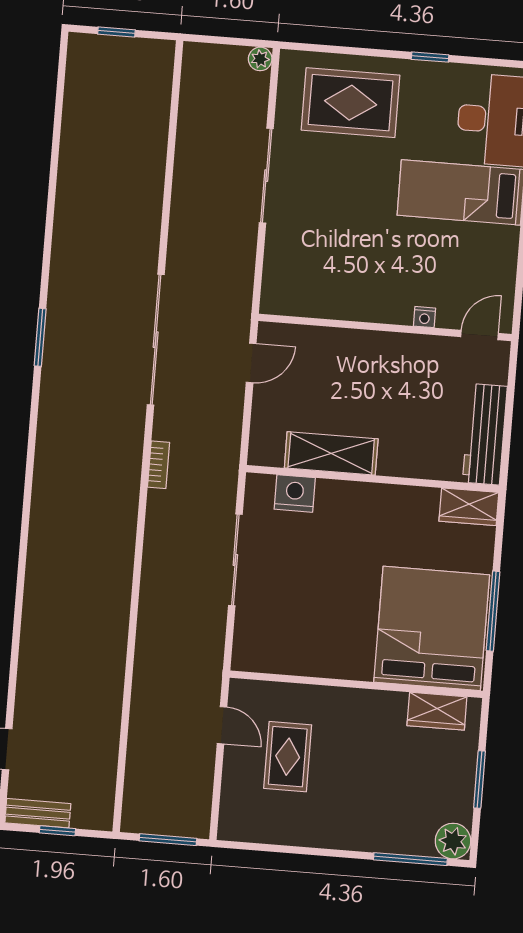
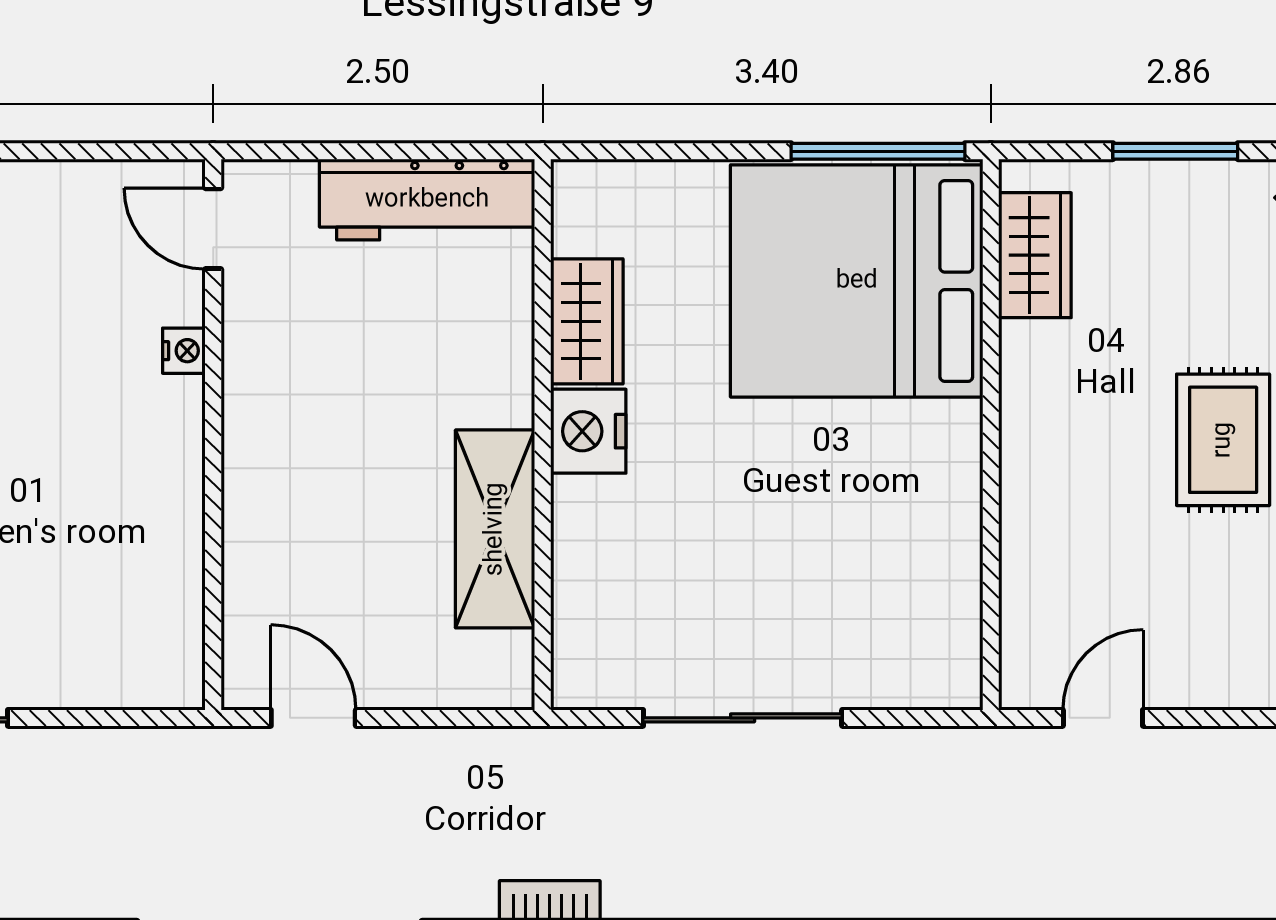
nightstand: (295, 493) -> (588, 431), moved
wardrobe: (469, 507) -> (587, 321), moved
window: (493, 611) -> (878, 151), moved
rug: (288, 757) -> (1223, 440), moved, turned 90

